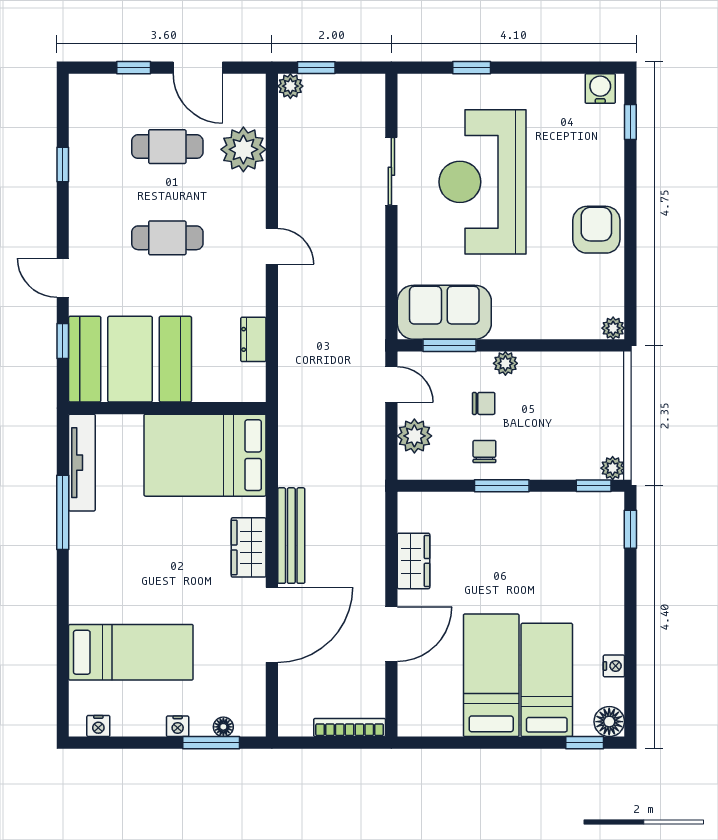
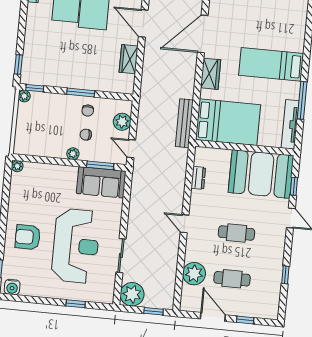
plant: (290, 86) -> (132, 294), moved, width x1.88, depth x1.88
armchair: (596, 230) -> (28, 237), moved, turned 90
bench: (291, 536) -> (184, 123), moved
door: (391, 634) -> (143, 23), hinge flipped
bed: (131, 652) -> (271, 64), moved

